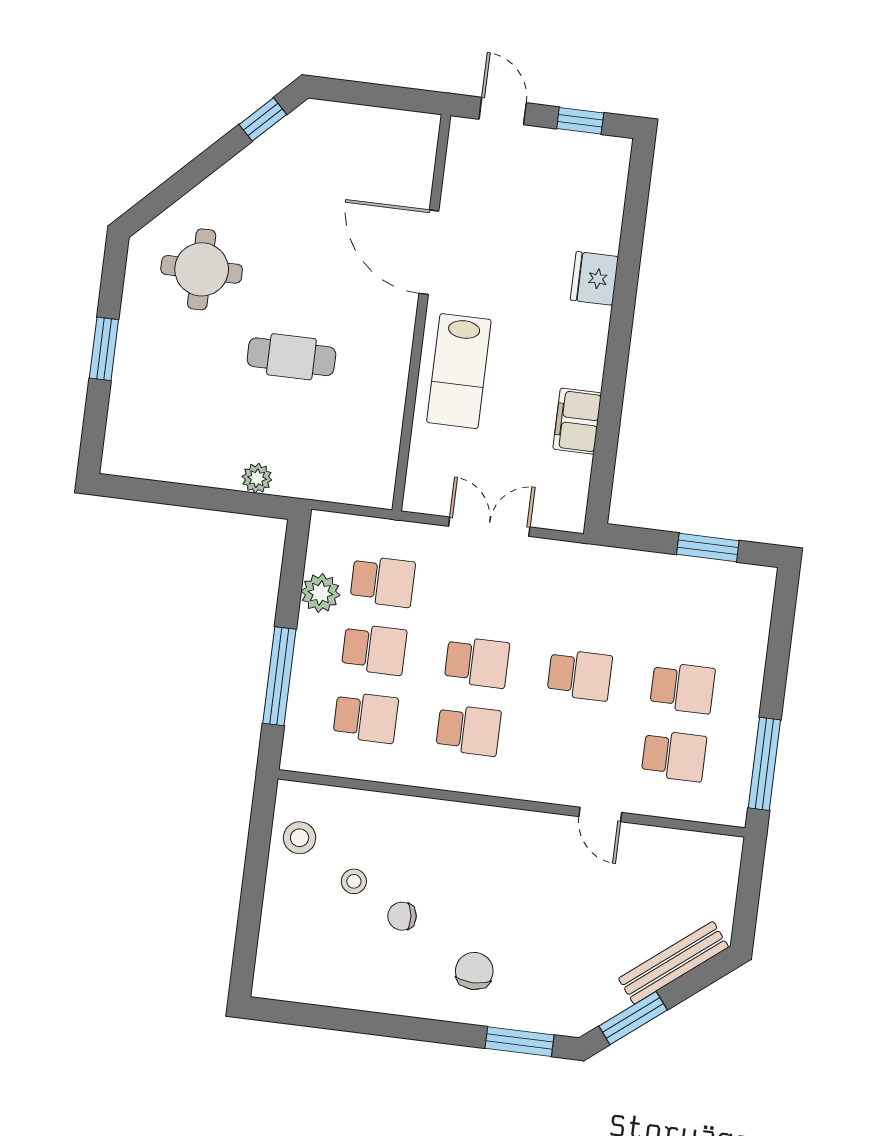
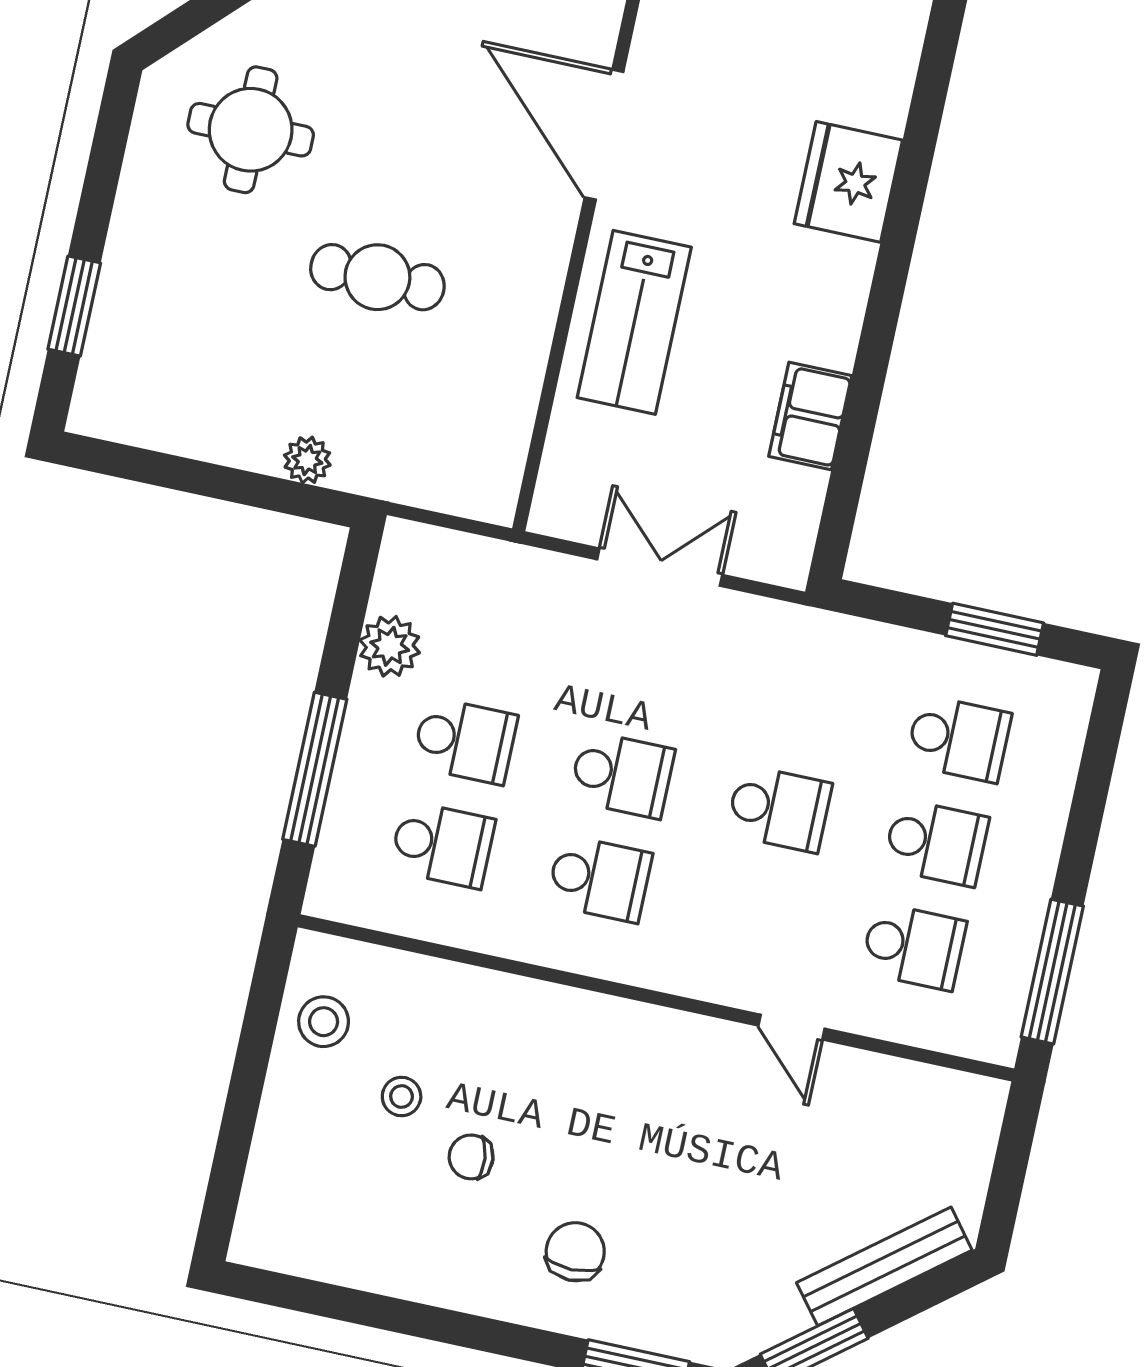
fridge: (594, 278) -> (848, 182), width x1.36, depth x1.34
window: (104, 349) -> (74, 306), moved
school desk: (383, 581) -> (959, 739), moved

